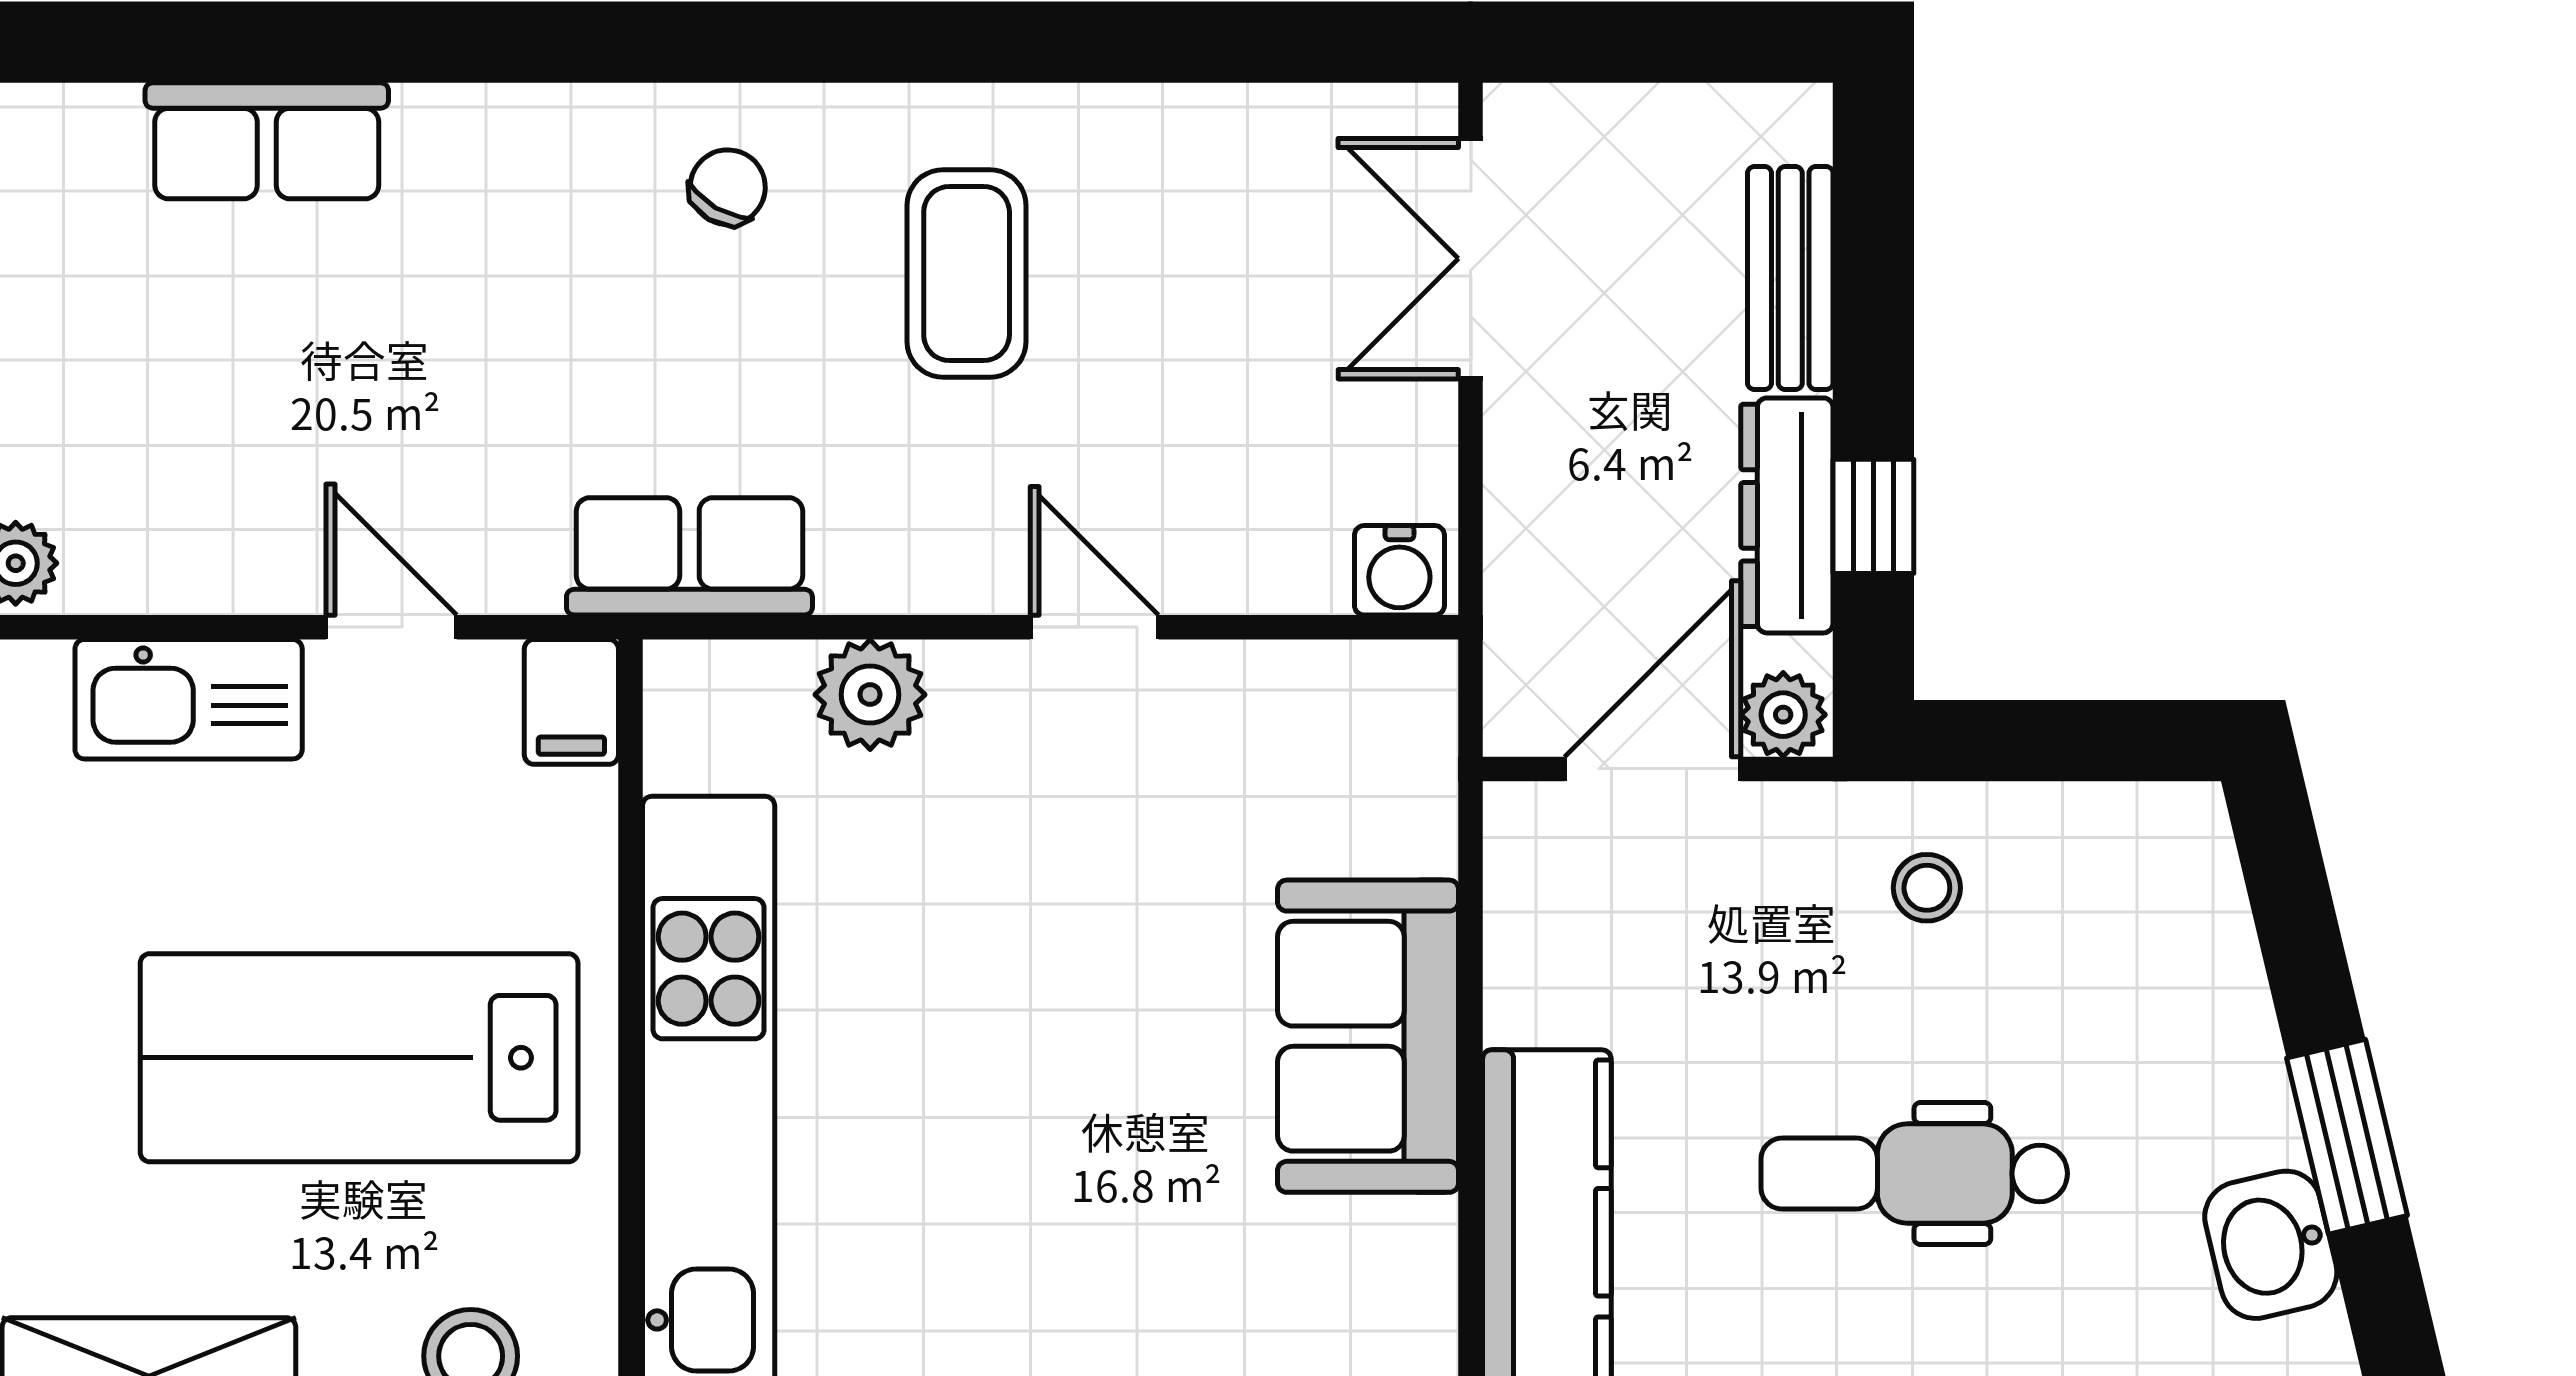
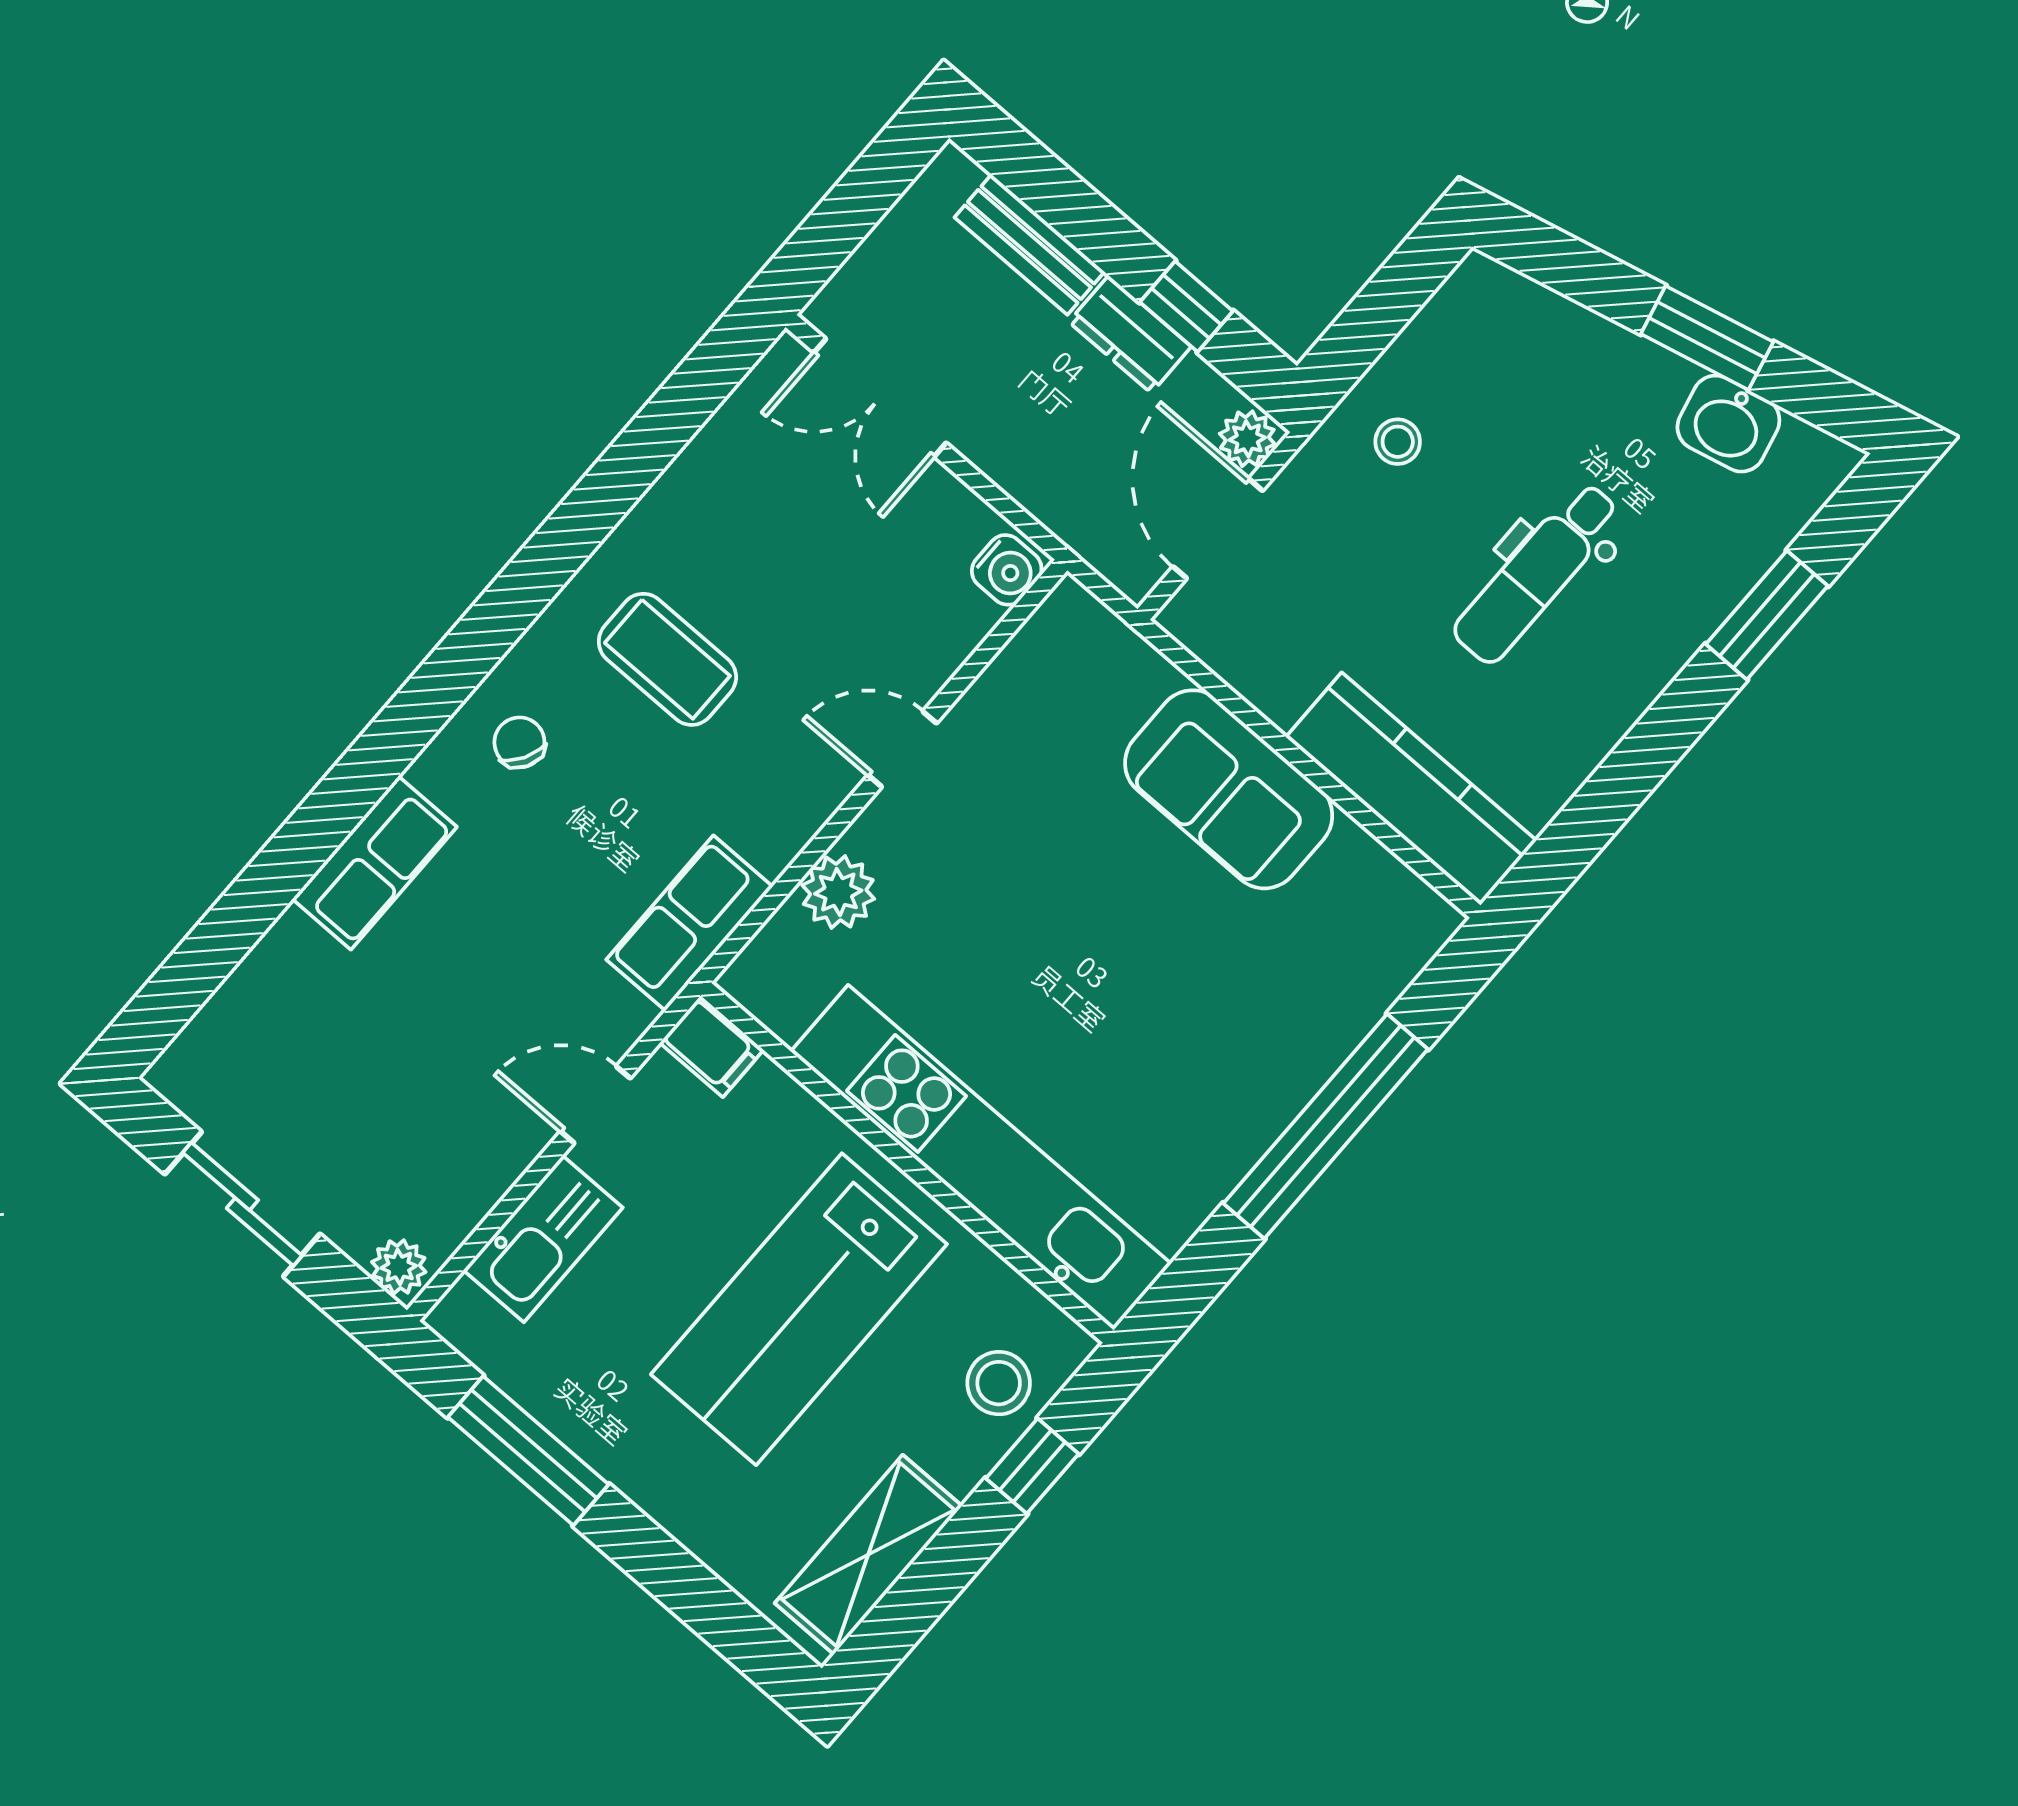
row of seats: (267, 141) -> (375, 863), moved
dresser: (1787, 515) -> (1130, 334), width x0.70

